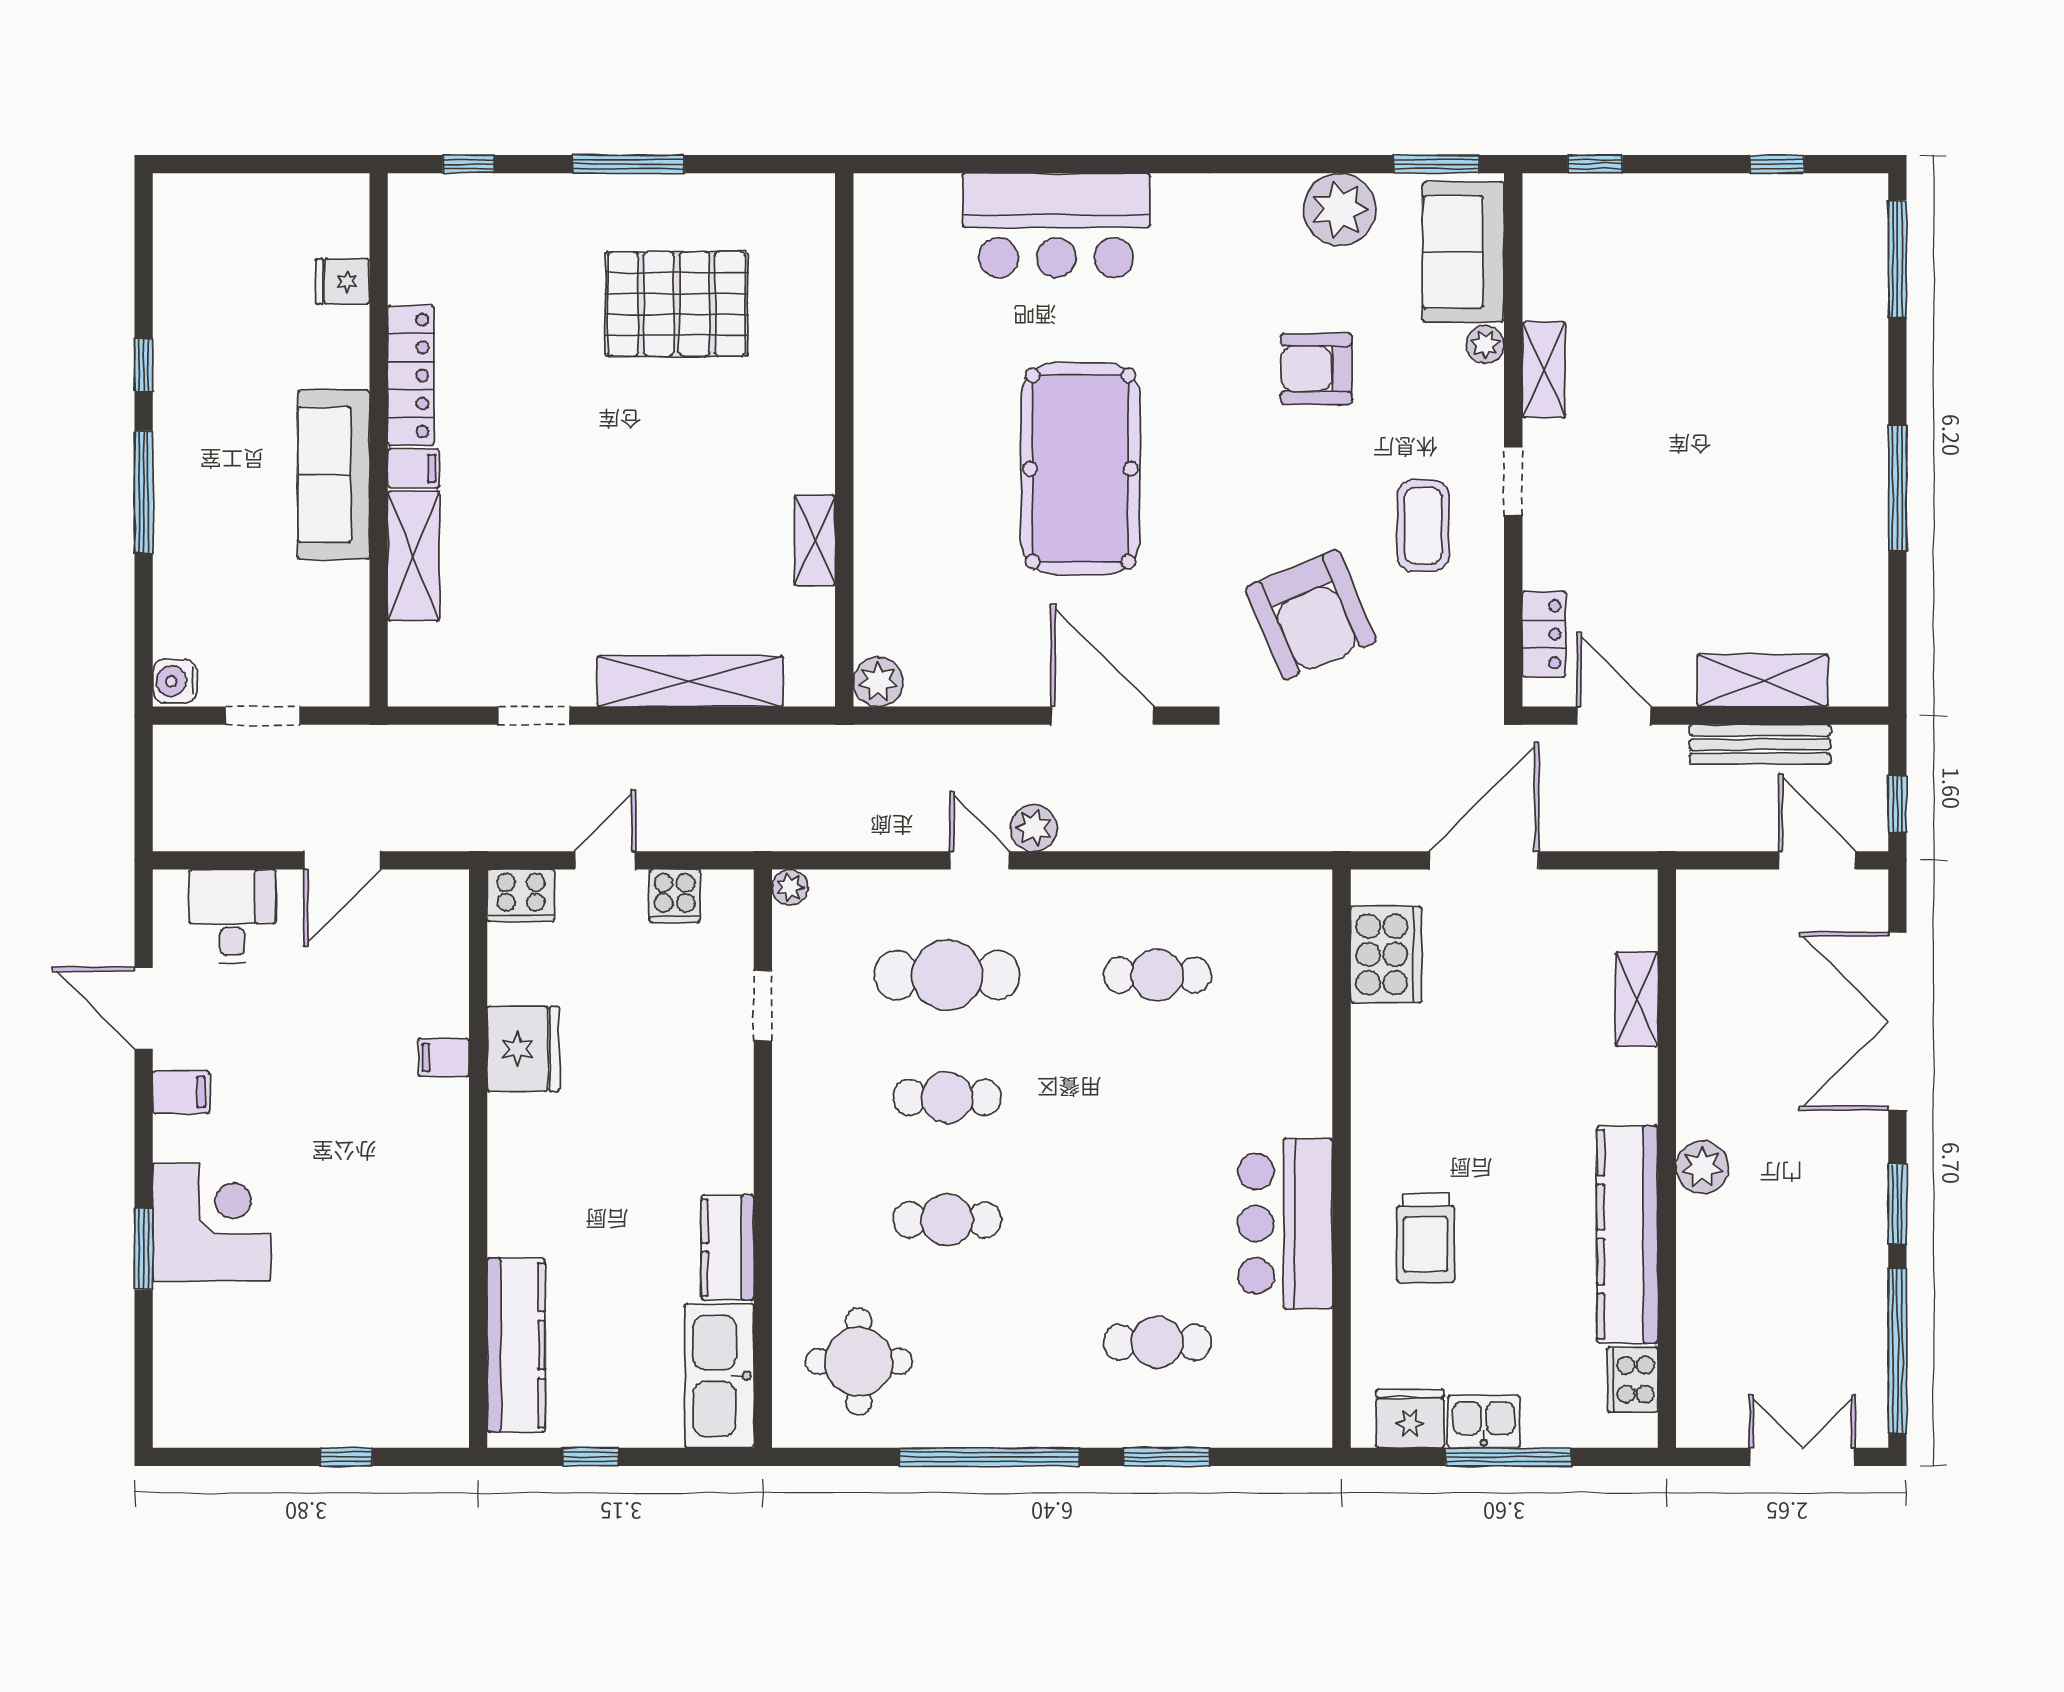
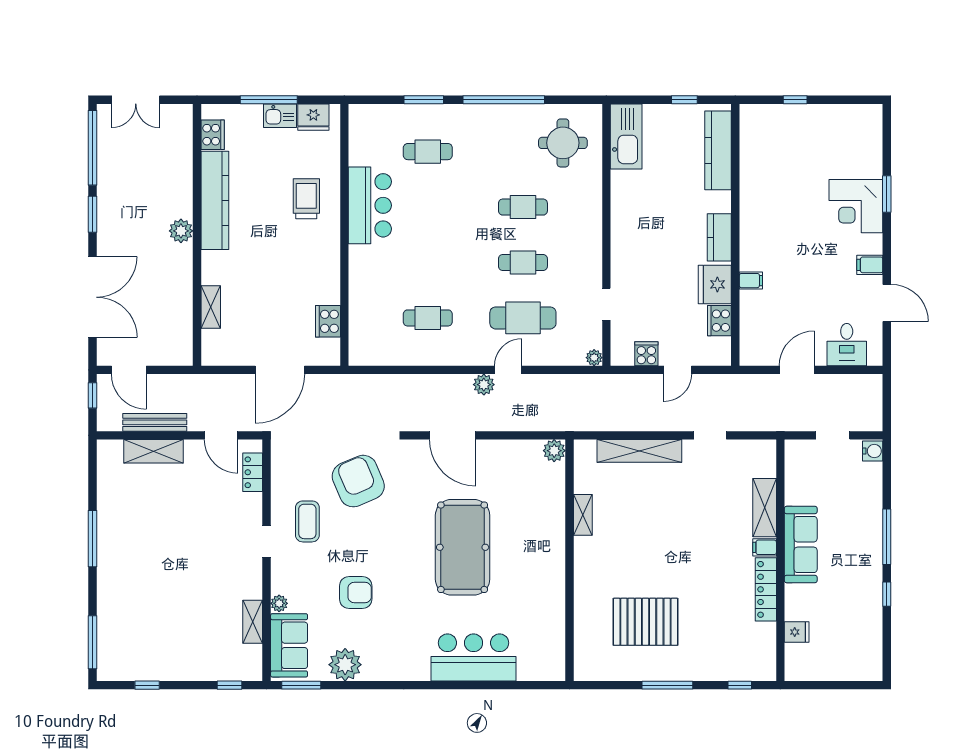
shelving: (1544, 370) -> (253, 622), moved
door: (980, 860) -> (508, 370), swing flipped
cooker: (521, 895) -> (719, 321), moved, turned -90
cooker: (1386, 954) -> (328, 321), width x0.73, depth x0.76
kitchen counter: (728, 1248) -> (719, 237), moved, turned 180

